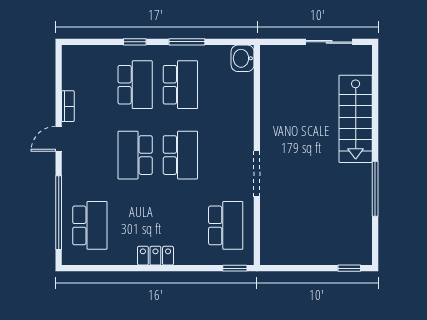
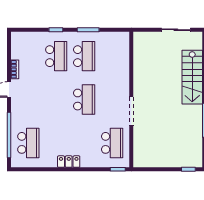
washbasin: (243, 58) -> (122, 40), removed
school desk: (135, 155) -> (56, 100), removed

